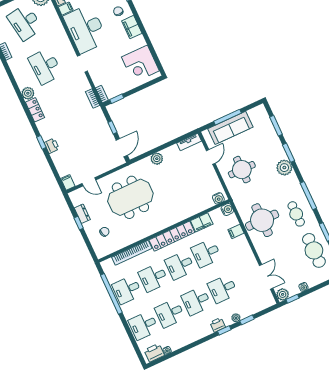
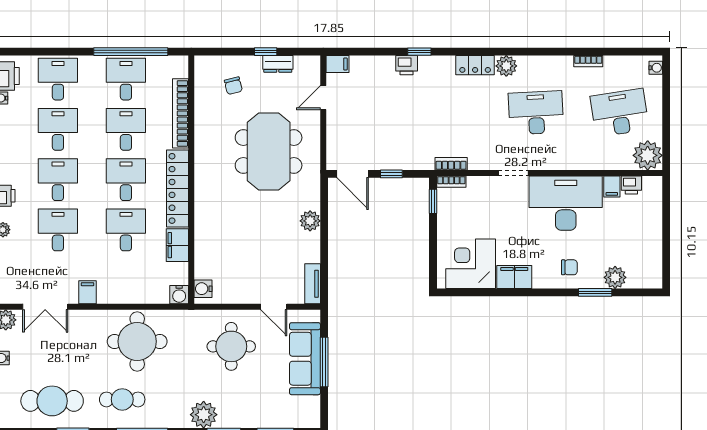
filing cabinet: (132, 27) -> (514, 277), moved
filing cabinet: (236, 231) -> (87, 292), moved

